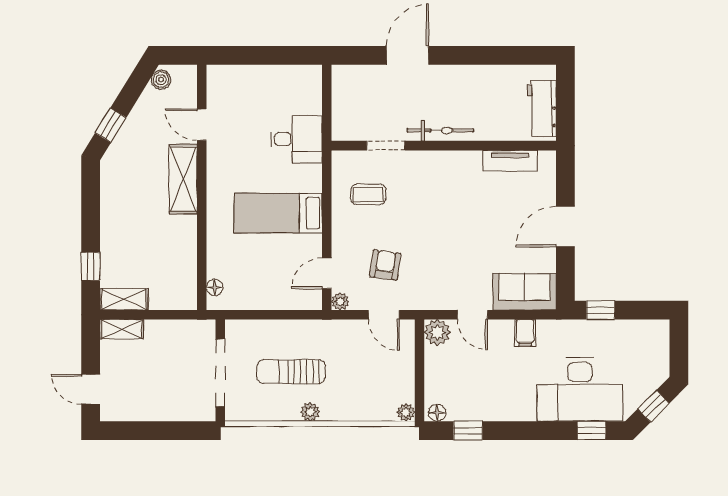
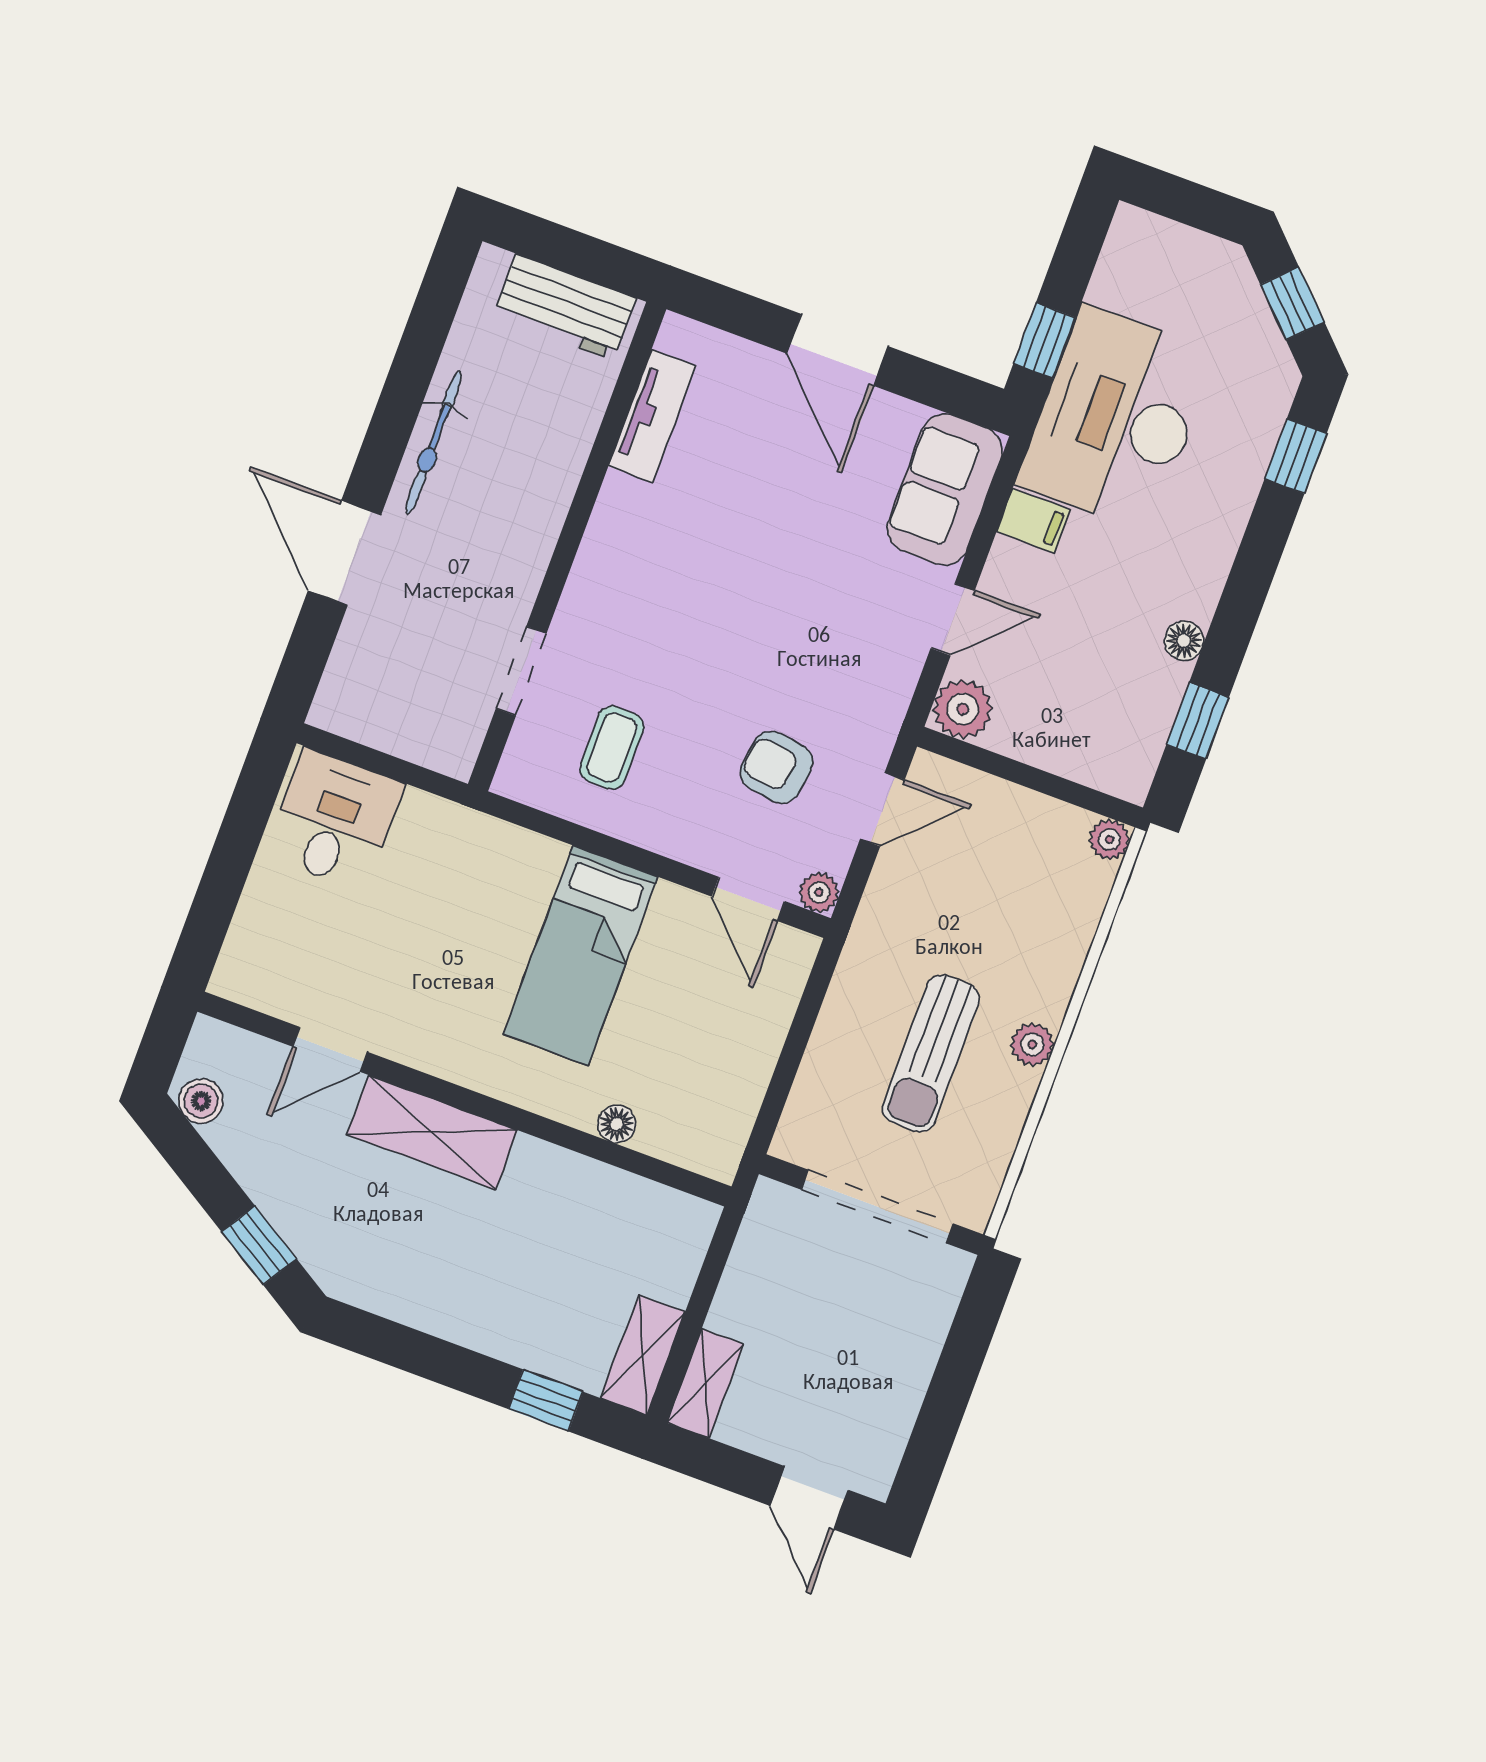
bicycle: (440, 130) -> (433, 443), moved, turned 180
desk: (297, 139) -> (335, 820), moved
floor lamp: (215, 287) -> (617, 1124), moved
door: (91, 389) -> (809, 1498), hinge flipped
desk: (580, 389) -> (1116, 418), moved, turned 180
floor lamp: (437, 413) -> (1184, 641), moved

